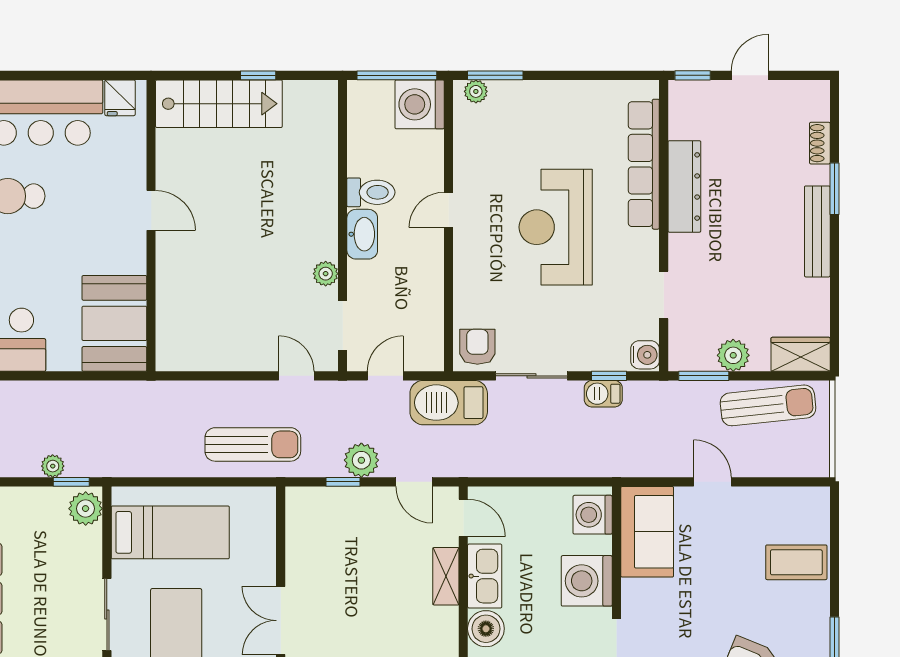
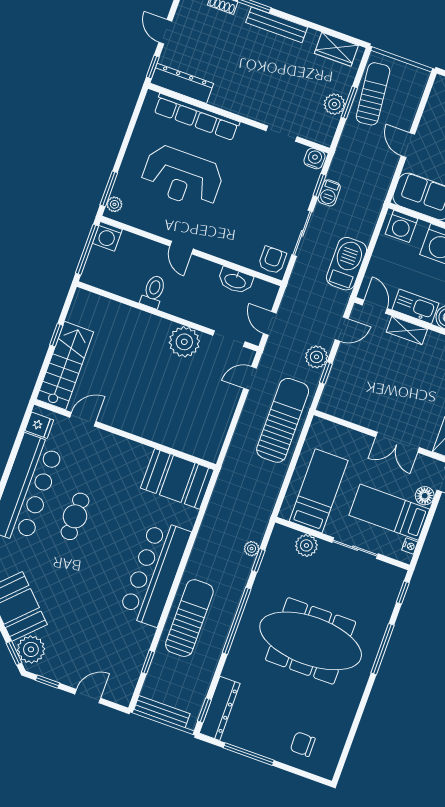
washing machine: (420, 104) -> (107, 236), width x0.73, depth x0.73
dresser: (684, 186) -> (182, 83), moved
door: (151, 210) -> (83, 419), moved
reception desk: (556, 227) -> (182, 177), moved
washbasin: (362, 234) -> (235, 281), moved, turned 180
plant: (326, 274) -> (184, 342), width x1.88, depth x1.88
armchair: (477, 347) -> (272, 260), turned 90
wardrobe: (801, 354) -> (336, 49), moved, turned -90
window: (704, 376) -> (349, 103), moved
barbecue: (449, 403) -> (347, 264), moved, turned 180
sun lounger: (253, 444) -> (283, 420), width x1.36, depth x1.34
window: (71, 482) -> (258, 560), moved
door: (713, 482) -> (408, 145), hinge flipped
plant: (86, 509) -> (306, 545), moved
door: (463, 518) -> (375, 307), hinge flipped

